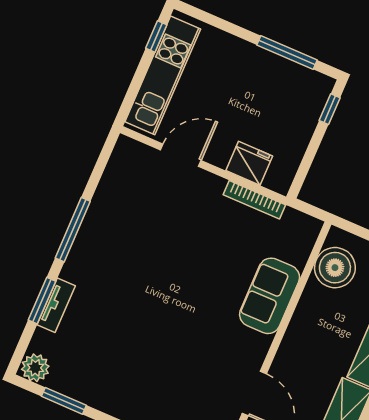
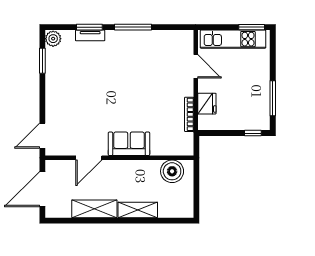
window: (156, 37) -> (252, 27), width x1.50
sofa: (270, 296) -> (129, 144), moved

